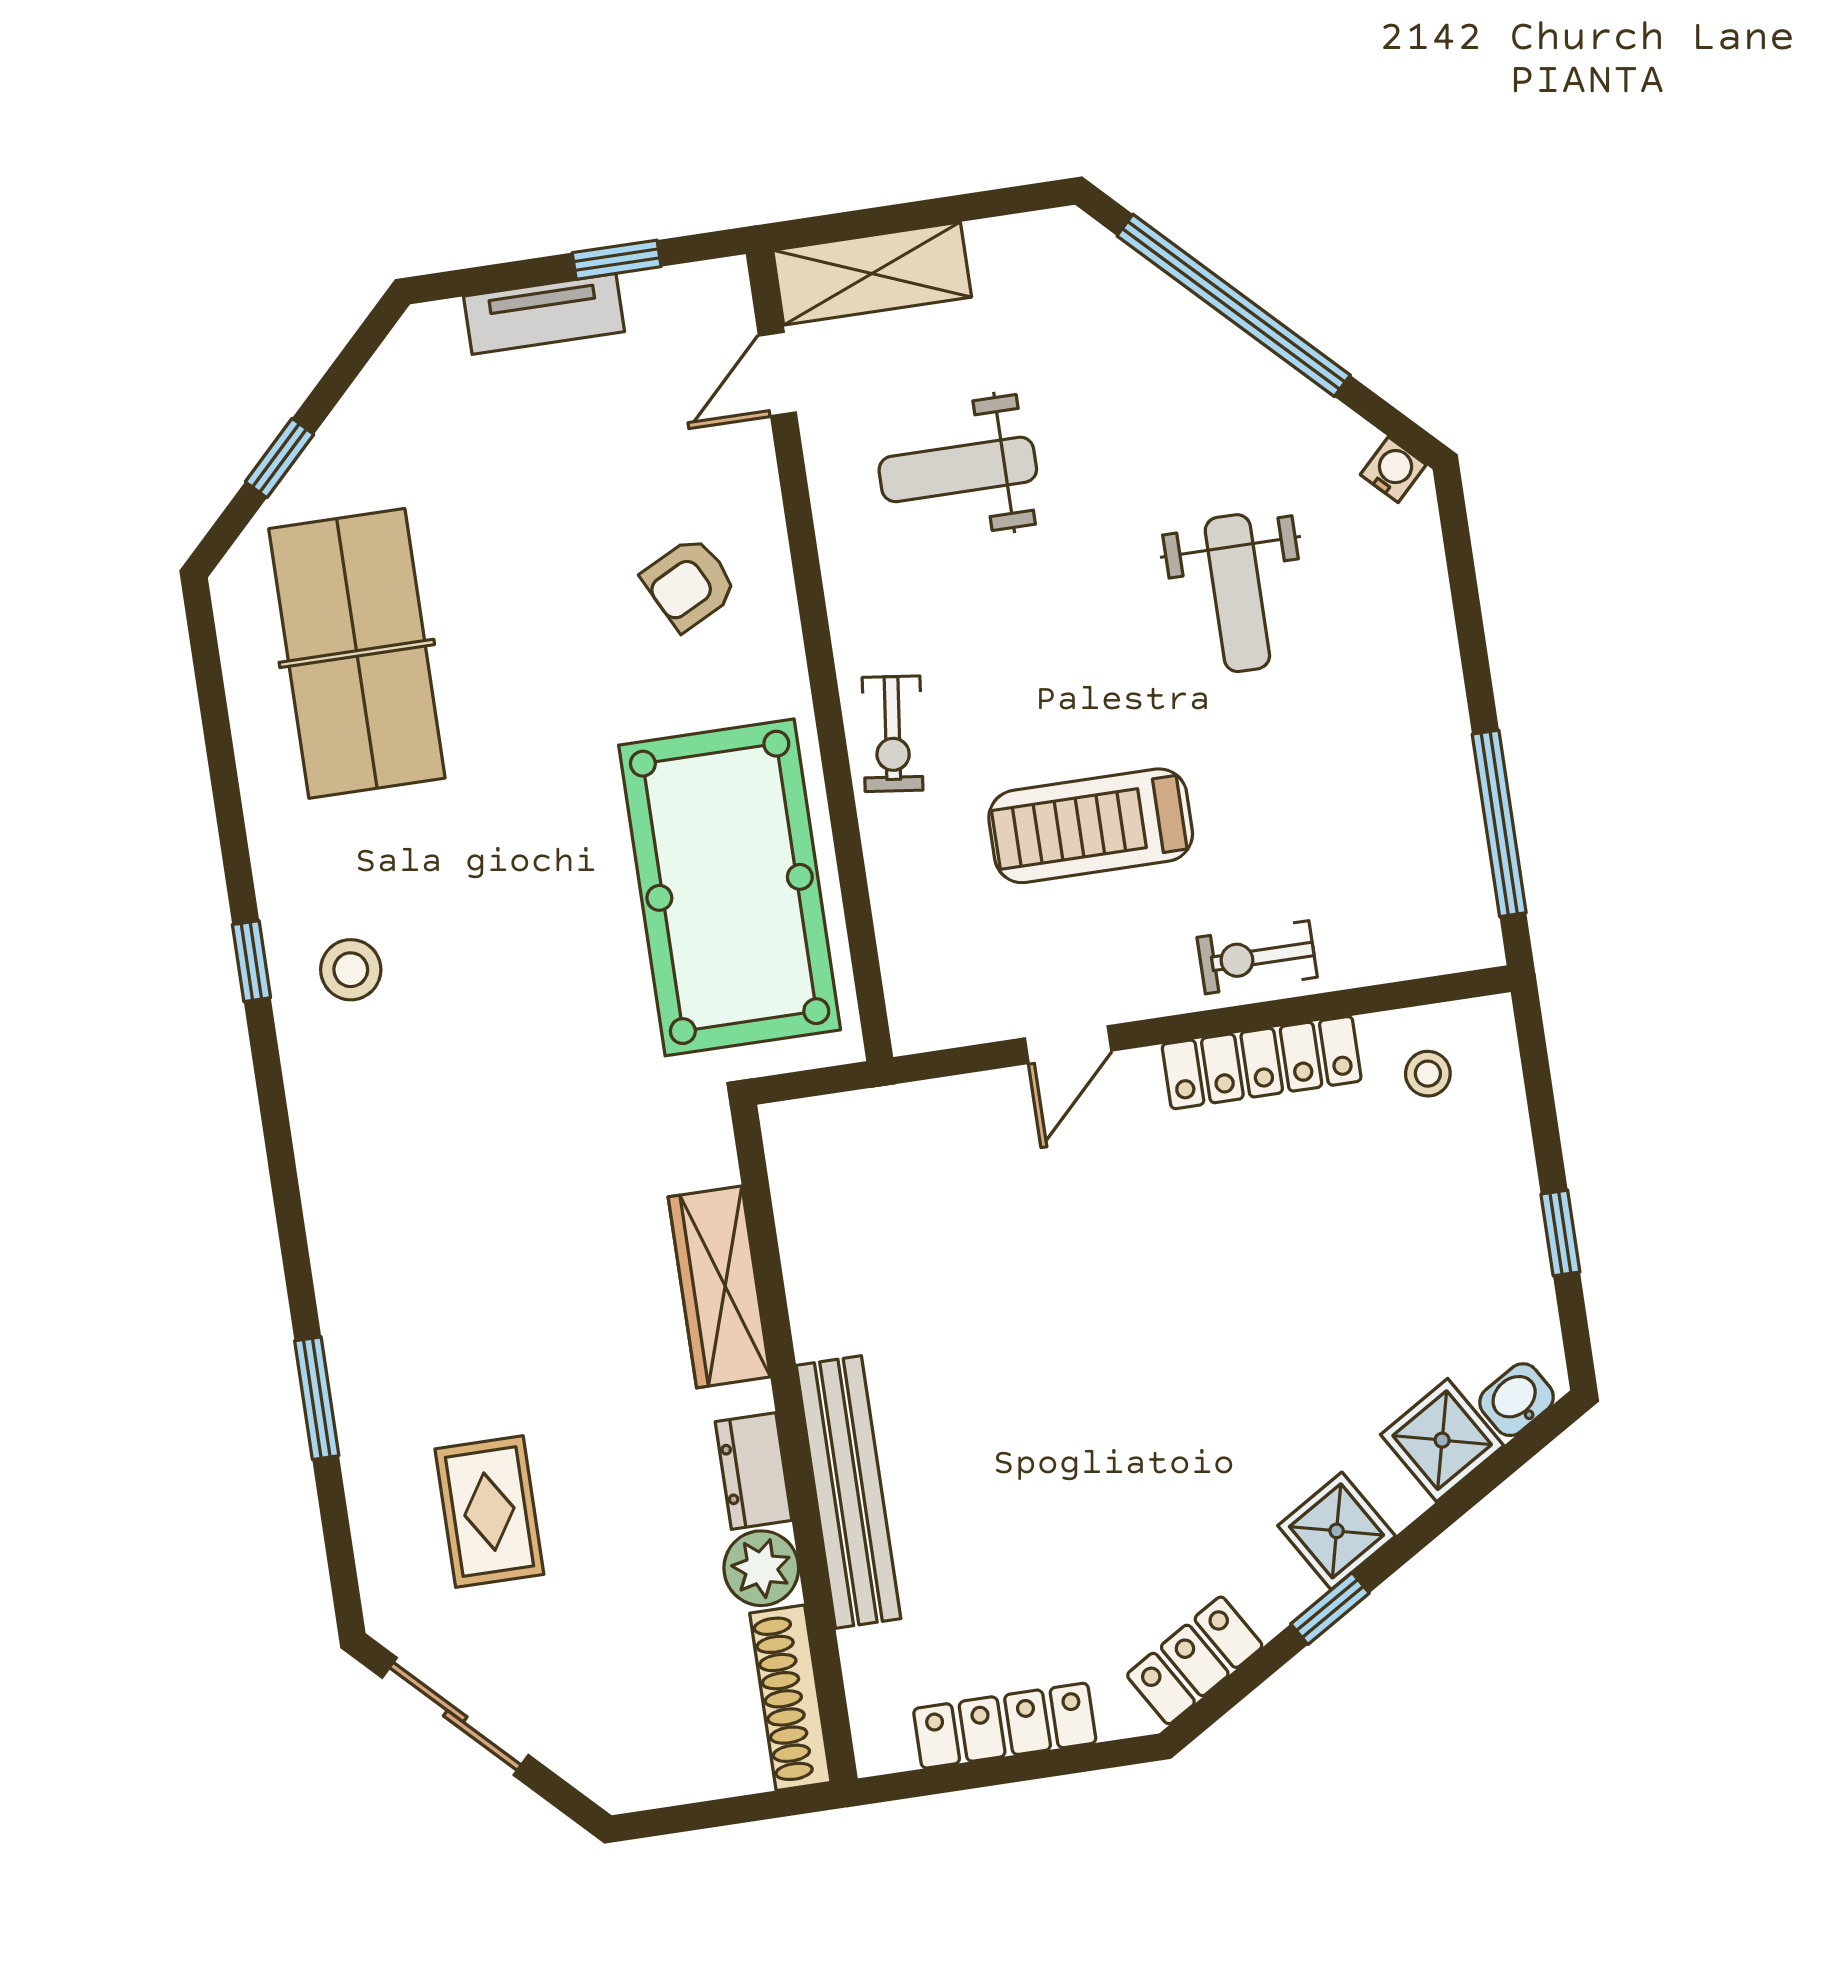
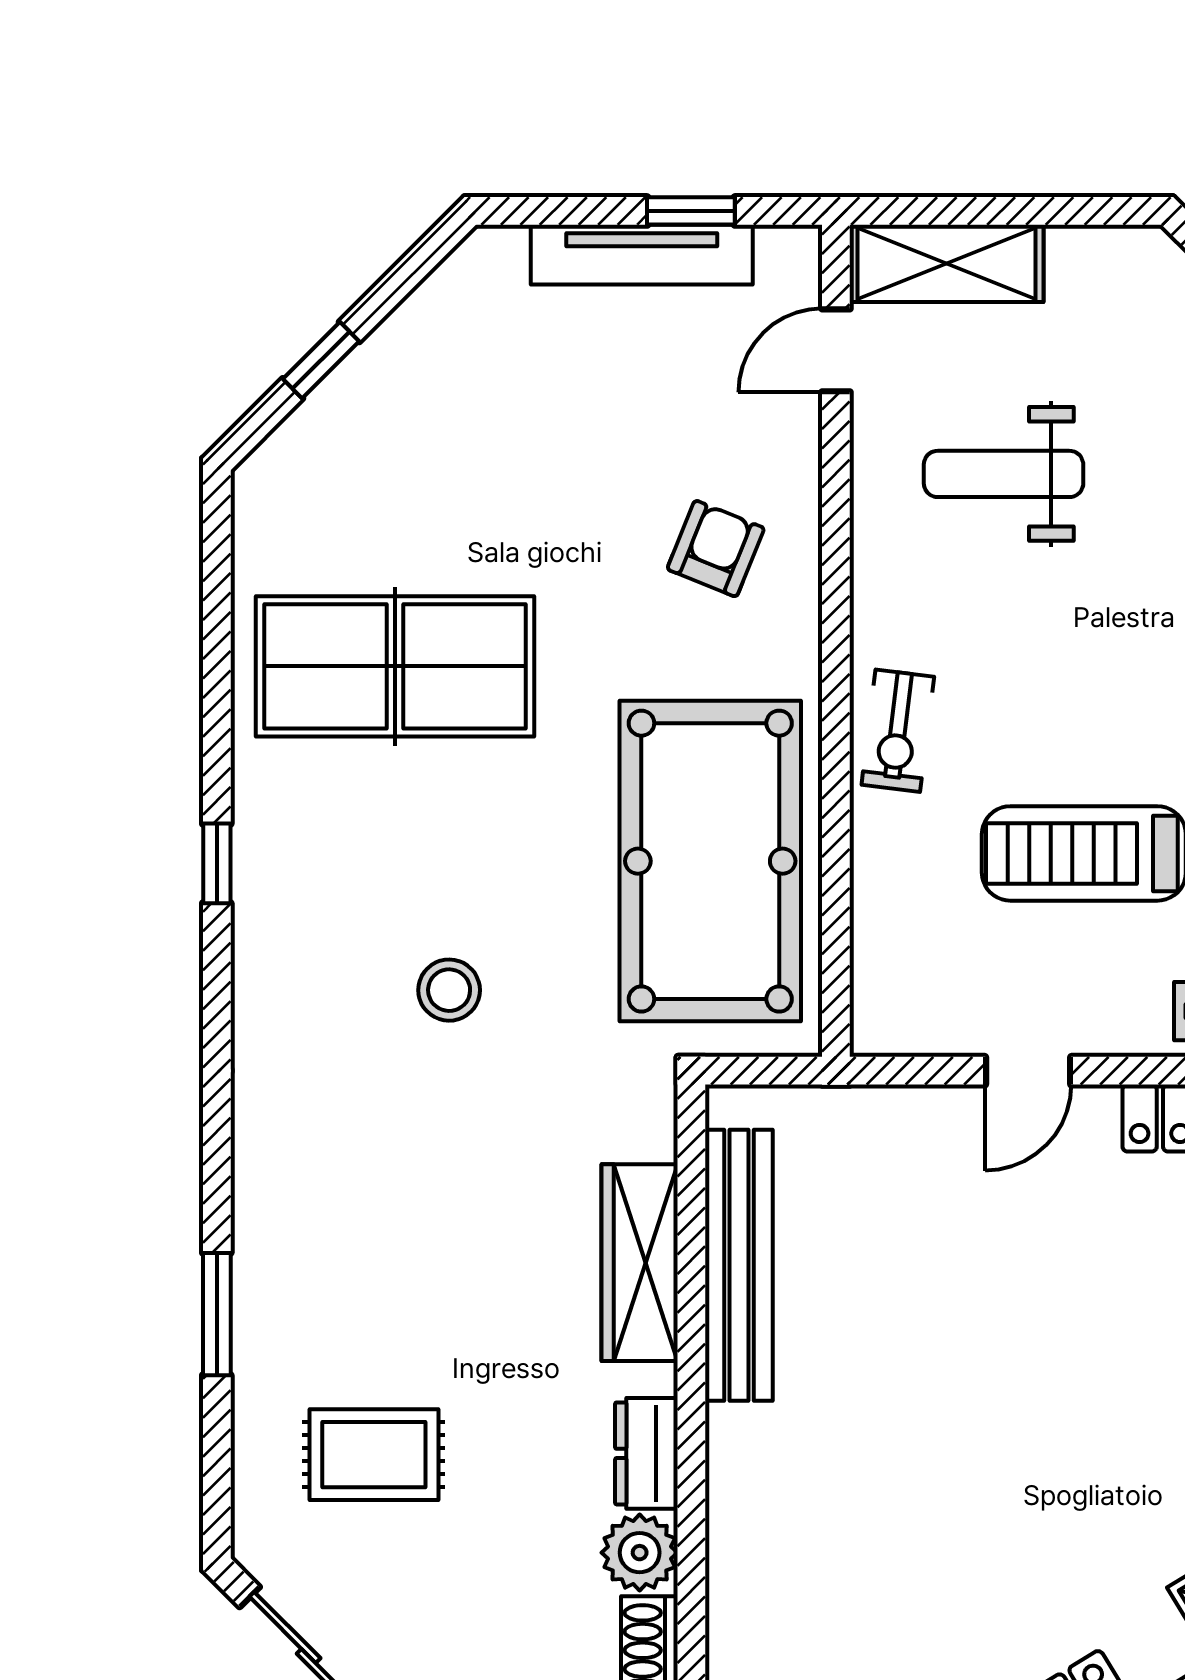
tv unit: (544, 314) -> (642, 255), width x1.41
armchair: (690, 584) -> (716, 549), turned 139
table tennis table: (357, 653) -> (395, 666), moved, turned 90
stool: (351, 970) -> (449, 990), moved
bench: (848, 1492) -> (739, 1265), moved
rug: (489, 1512) -> (374, 1455), turned 90

